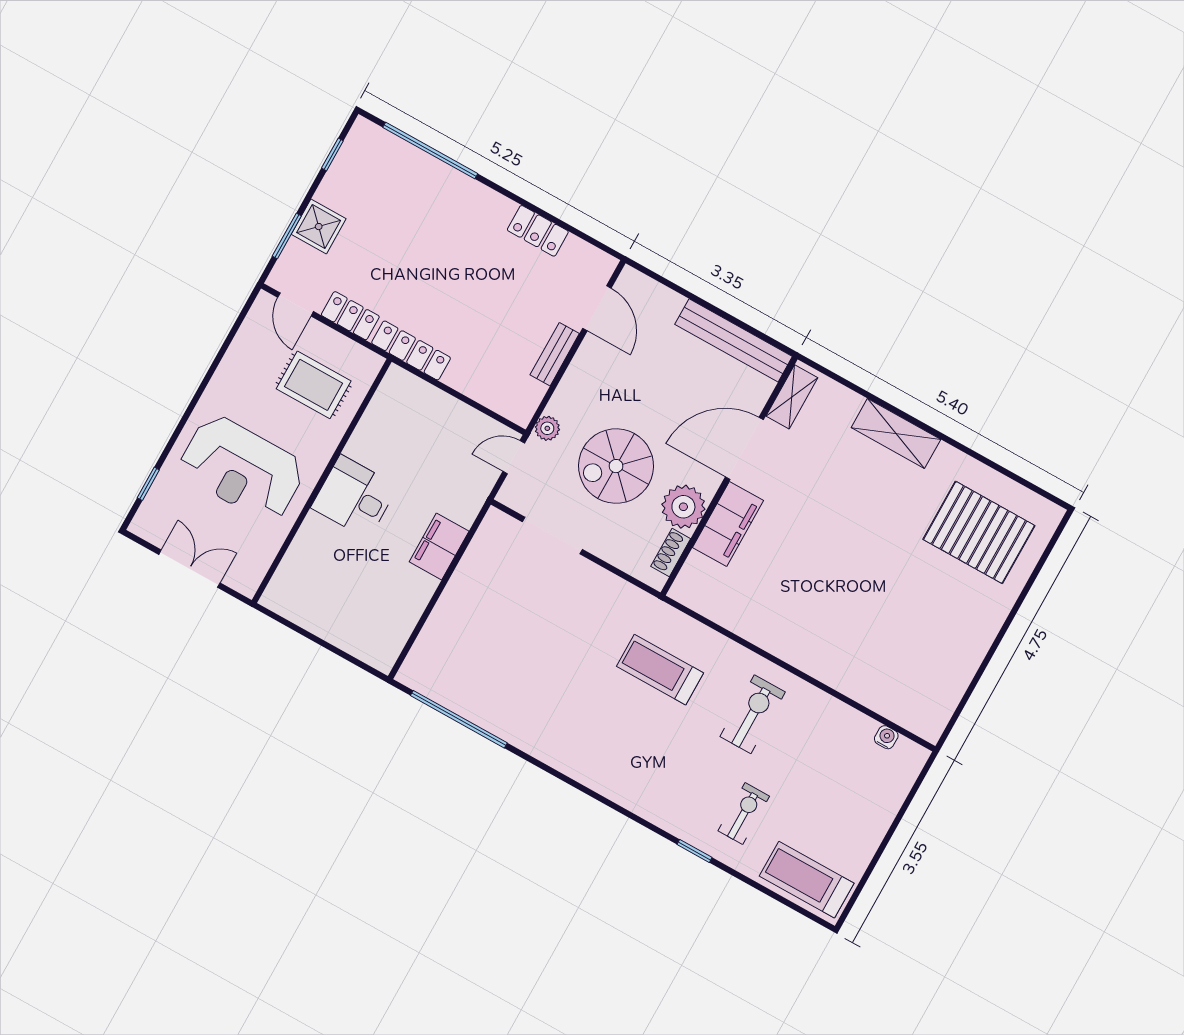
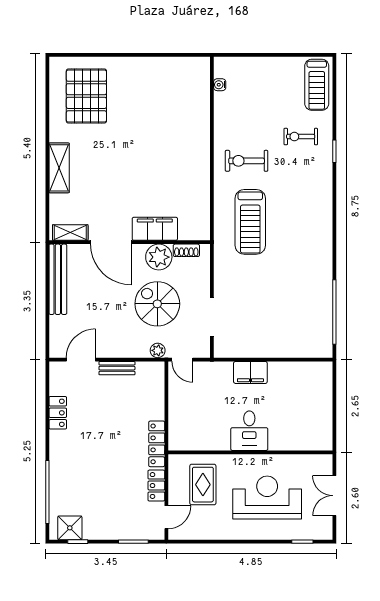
shower: (319, 227) -> (70, 528), moved
spiral stairs: (616, 466) -> (157, 304), turned 180
reception desk: (242, 468) -> (267, 497), turned -90
treadmill: (660, 670) -> (250, 222), width x1.37, depth x1.38

